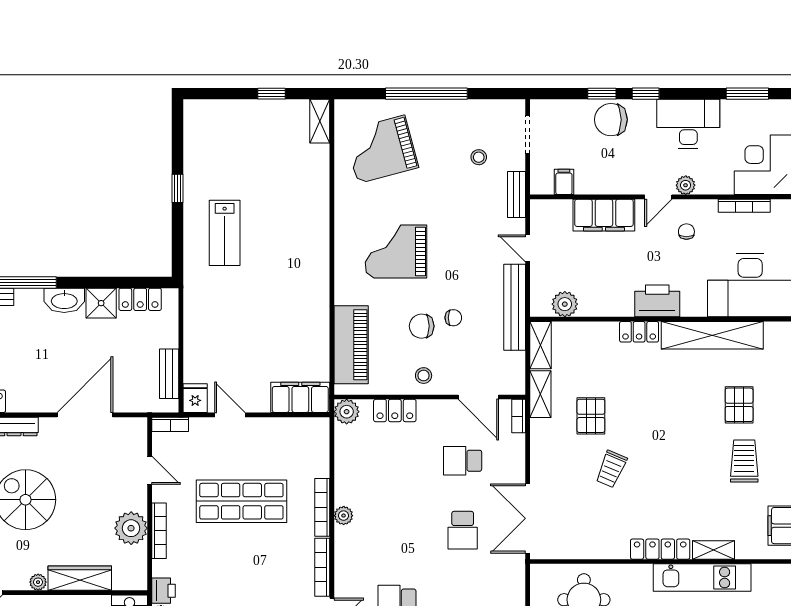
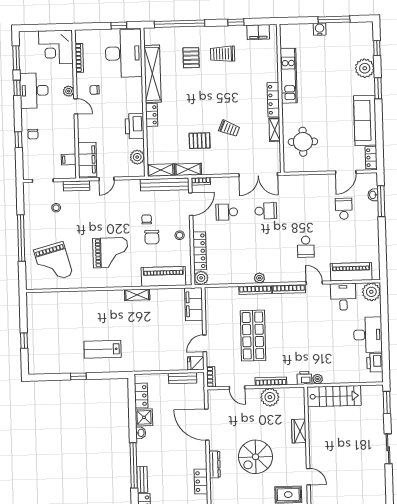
window: (271, 94) -> (24, 341), moved
window: (646, 94) -> (17, 88), moved
chair: (611, 120) -> (33, 134), width x0.54, depth x0.54
shelving: (320, 121) -> (137, 295), moved
filing cabinet: (604, 215) -> (87, 160), moved
lab bench: (225, 233) -> (103, 349), turned 180
grand piano: (396, 252) -> (110, 253), turned -90
washbasin: (64, 300) -> (141, 433), width x0.52, depth x0.69
printer: (657, 301) -> (135, 126), moved
bench: (515, 307) -> (165, 185), moved
pallet: (739, 405) -> (191, 58), turned 90
locker: (395, 411) -> (200, 251), width x1.53
school desk: (463, 461) -> (227, 212), turned 90
door: (150, 470) -> (237, 388), swing flipped
shelving: (714, 550) -> (275, 130), moved
wardrobe: (80, 578) -> (299, 431), width x0.67
plant: (38, 582) -> (302, 448), removed

